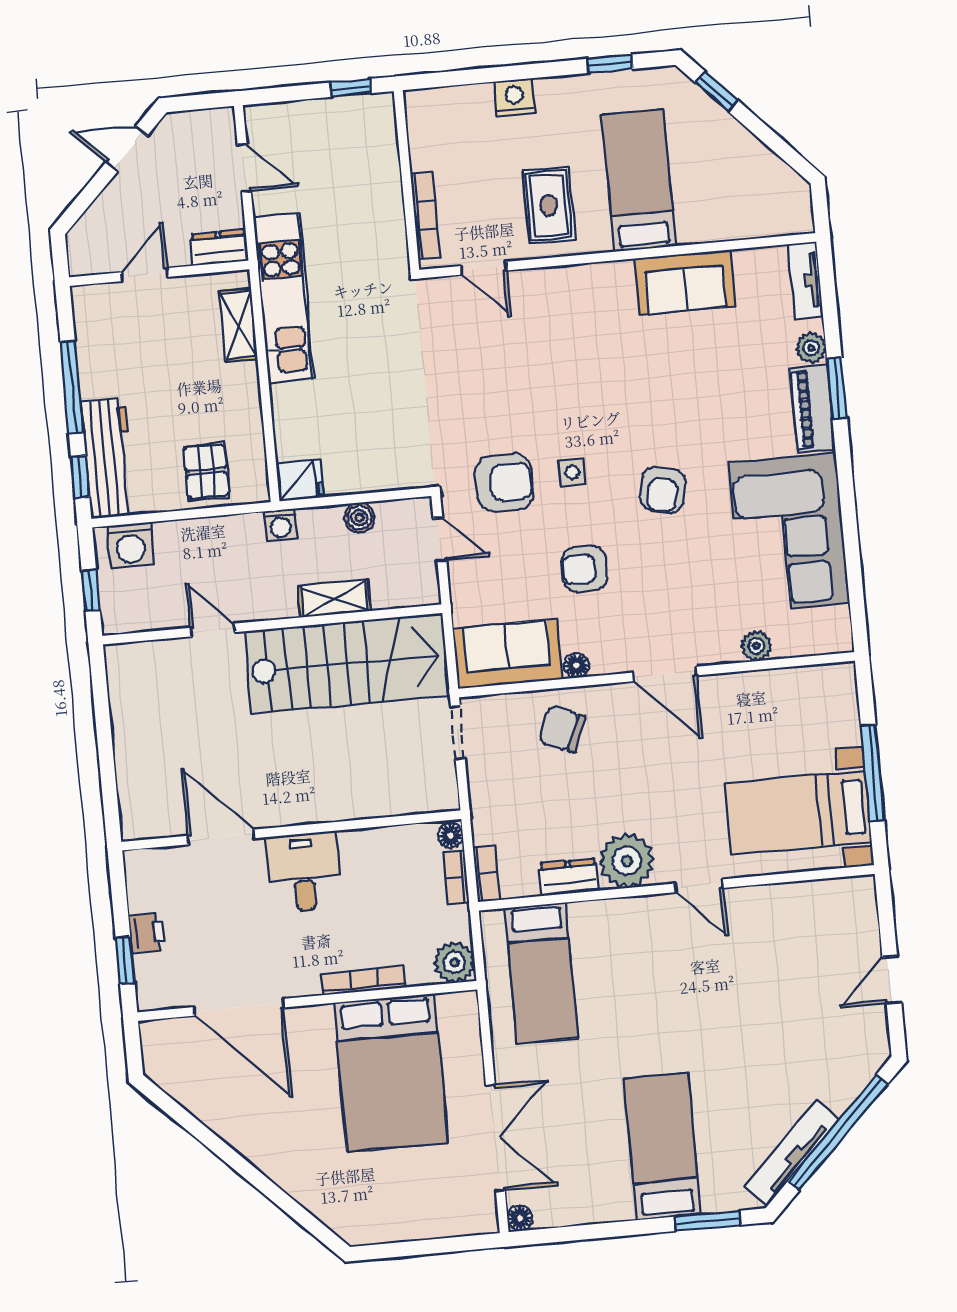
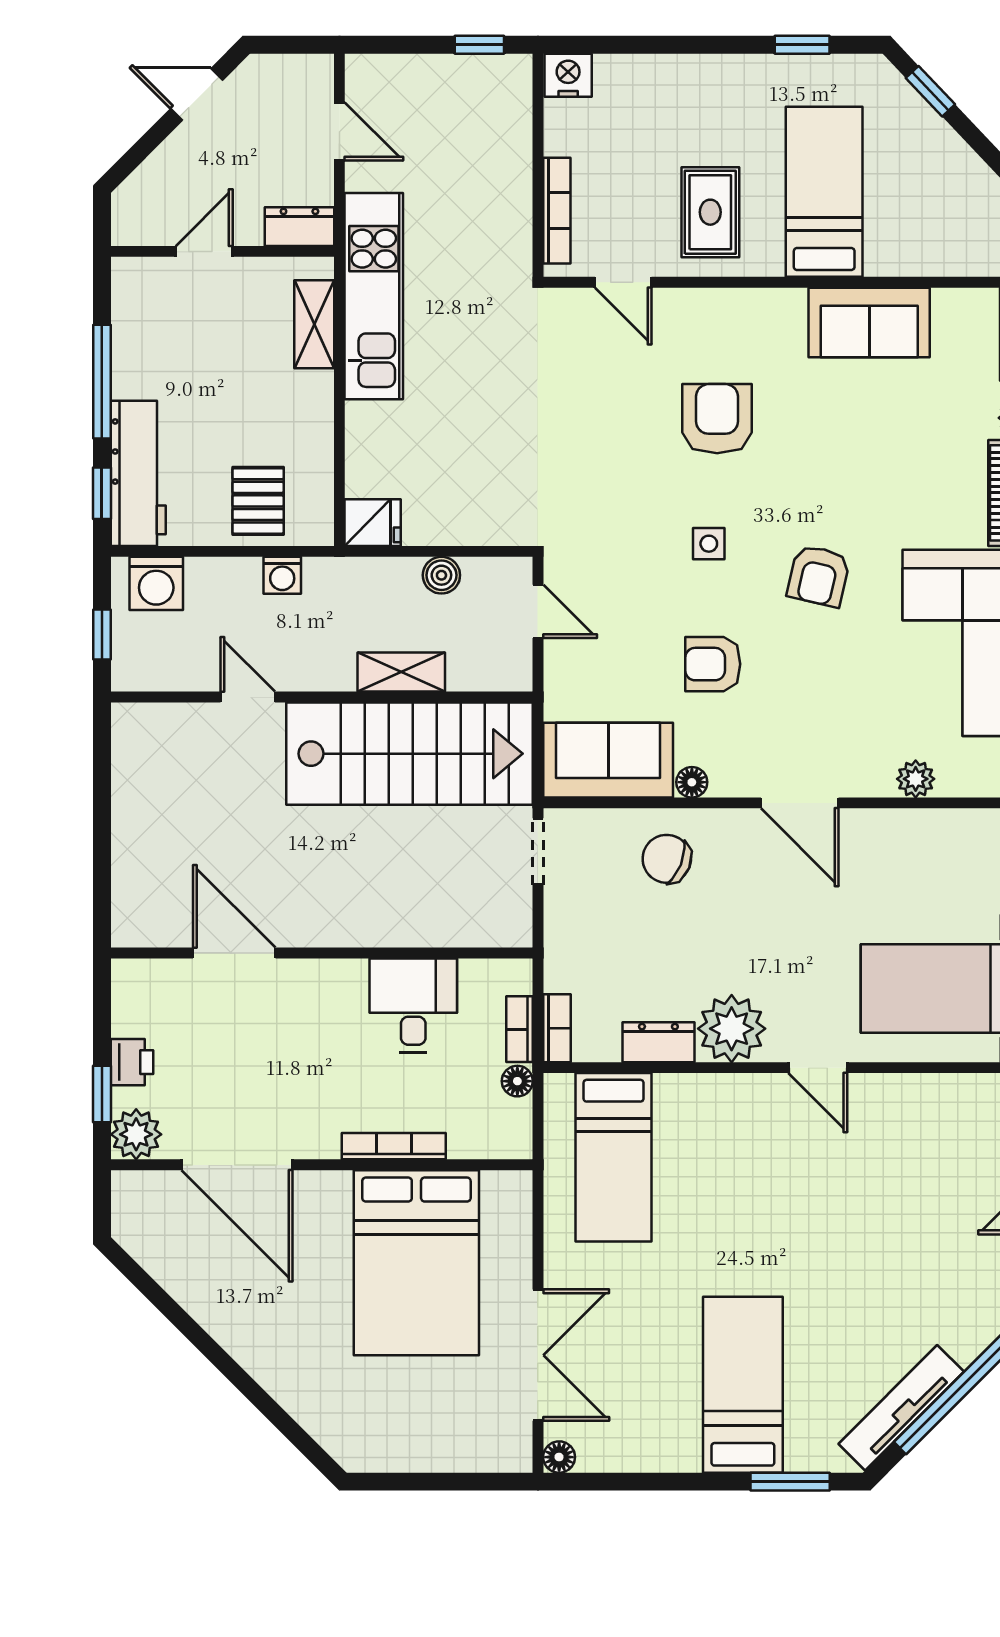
nightstand: (515, 97) -> (568, 75), moved
armchair: (504, 483) -> (717, 419), moved, turned -90
washing machine: (281, 525) -> (282, 575), moved
floor lamp: (451, 835) -> (517, 1081), moved
desk: (304, 872) -> (413, 1005), moved
plant: (454, 962) -> (136, 1134), moved

